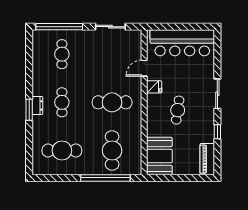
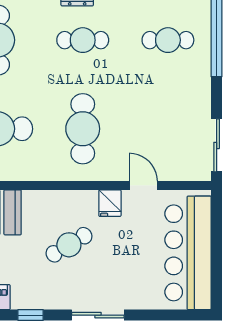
sliding door: (110, 27) -> (217, 145), moved
cafe table: (178, 110) -> (69, 245), turned -39

